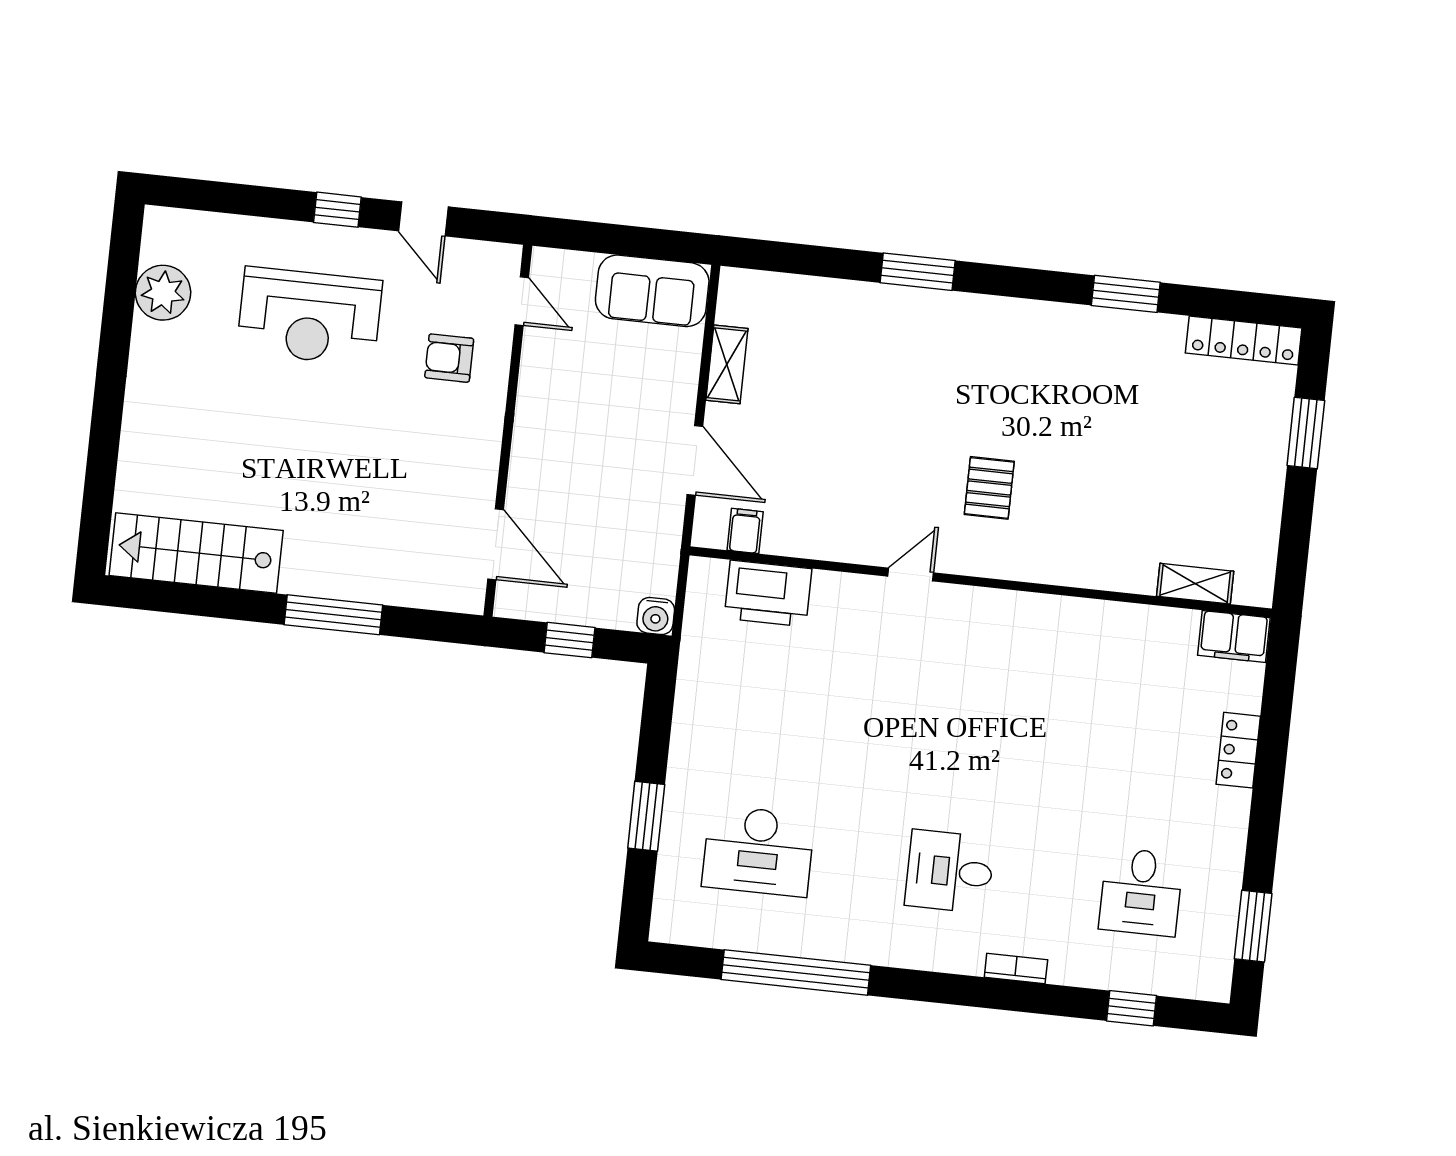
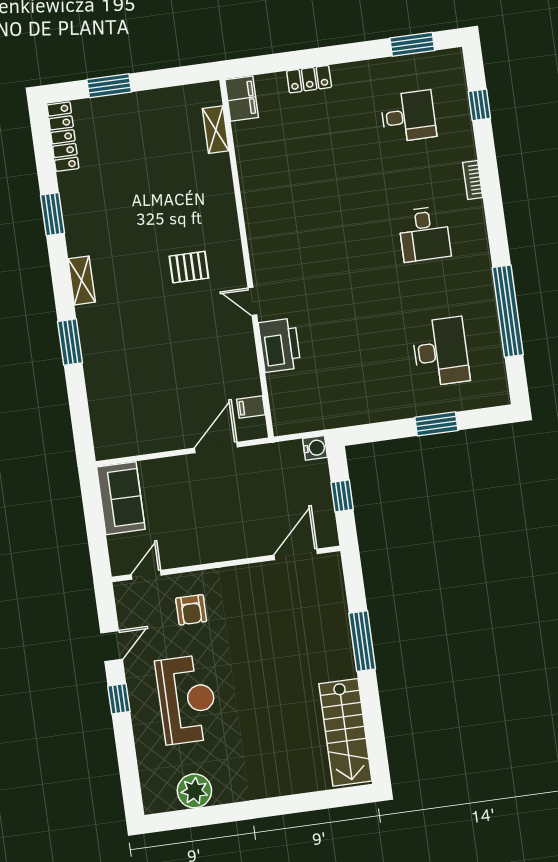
shelving: (727, 364) -> (82, 280), moved, turned 90
printer: (768, 594) -> (280, 345), moved

